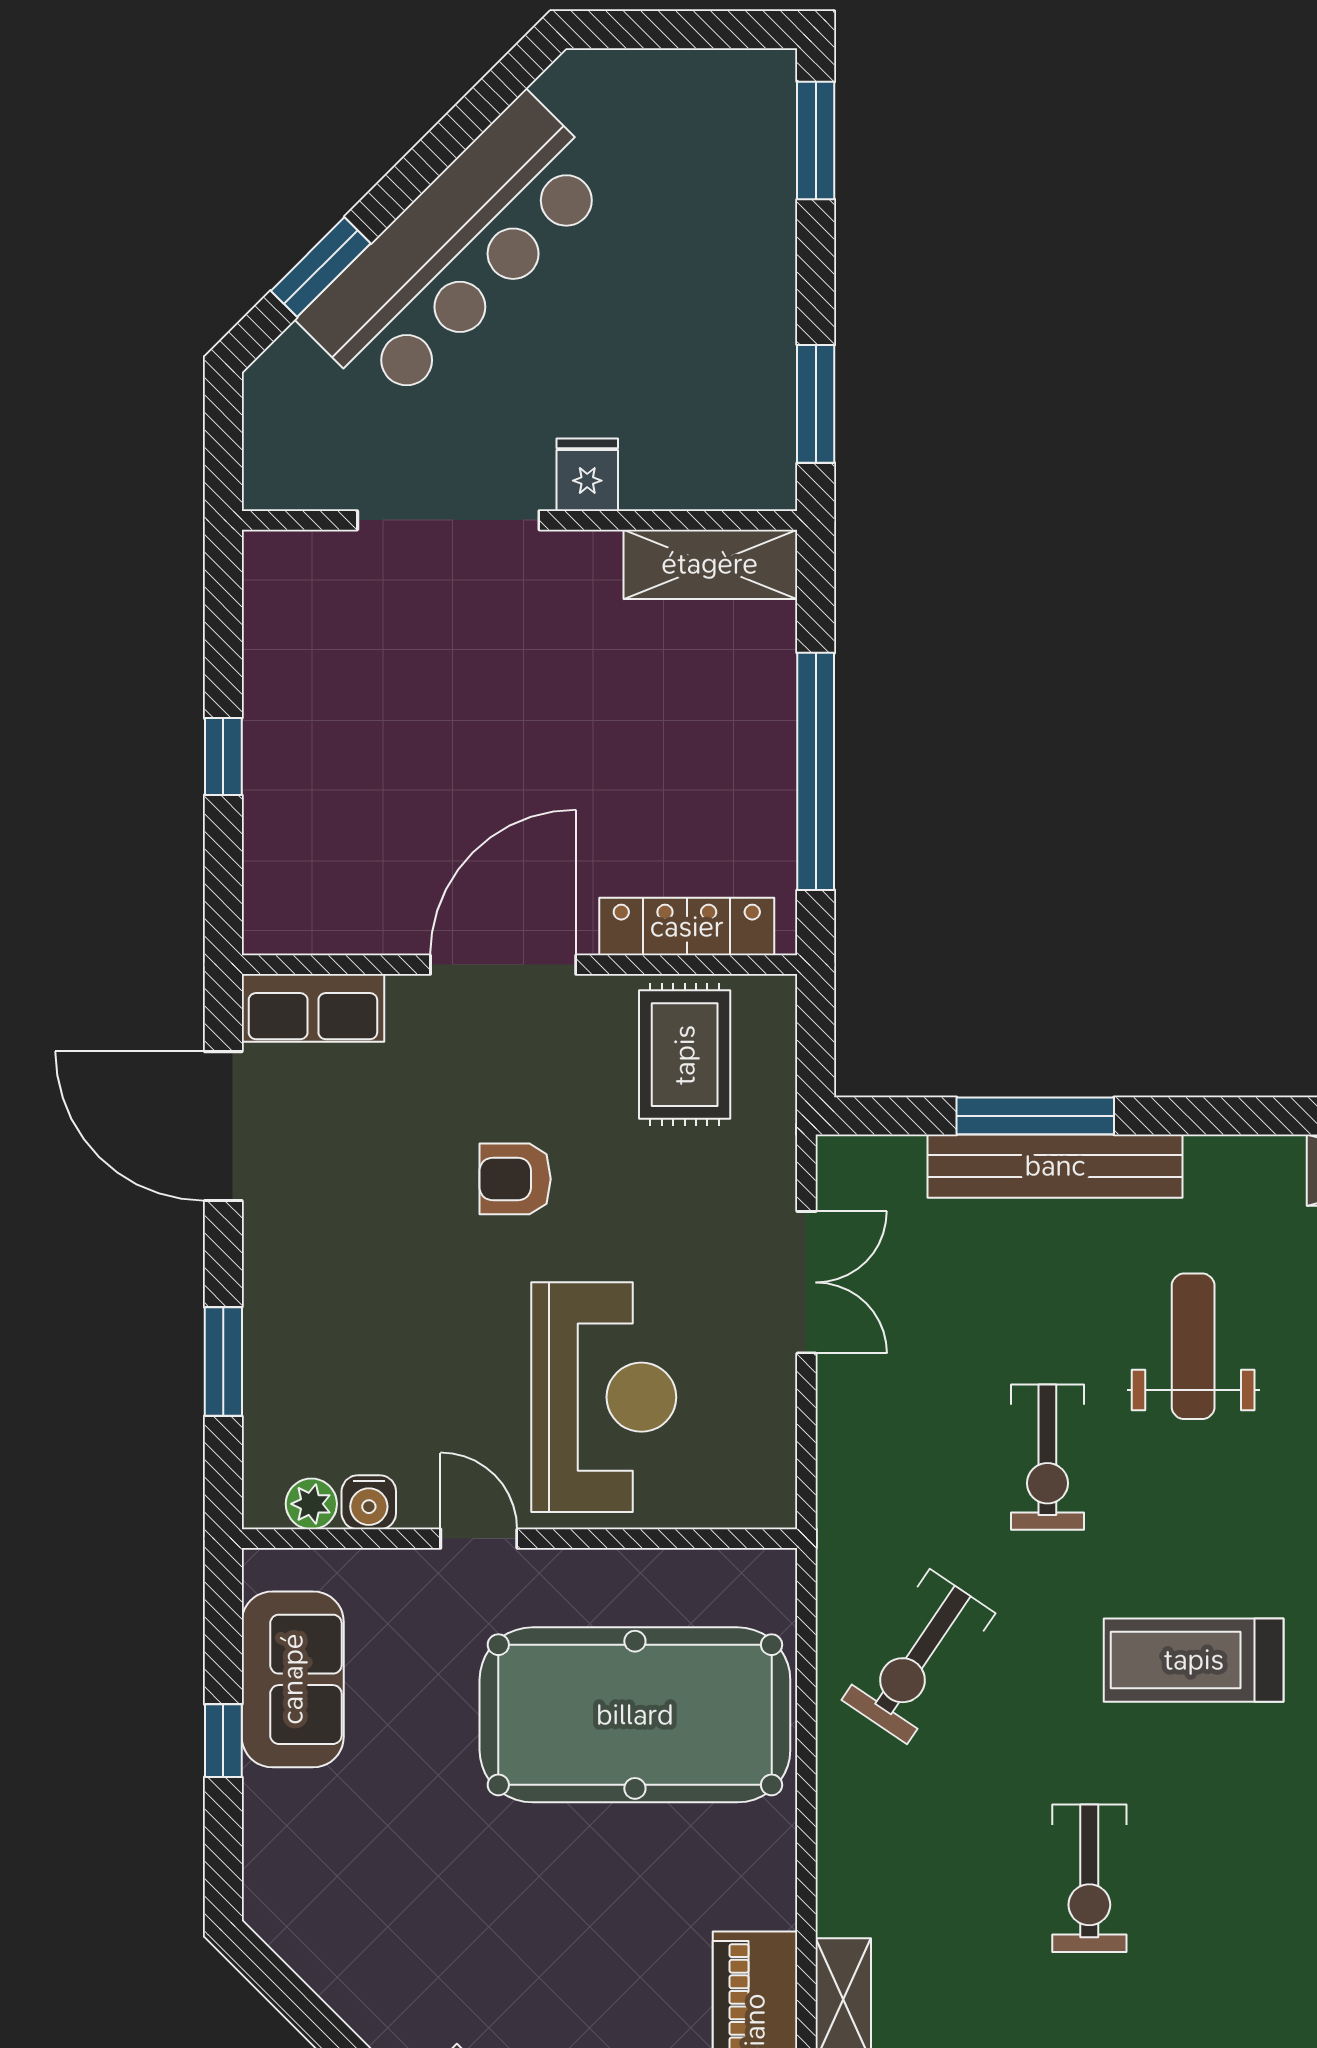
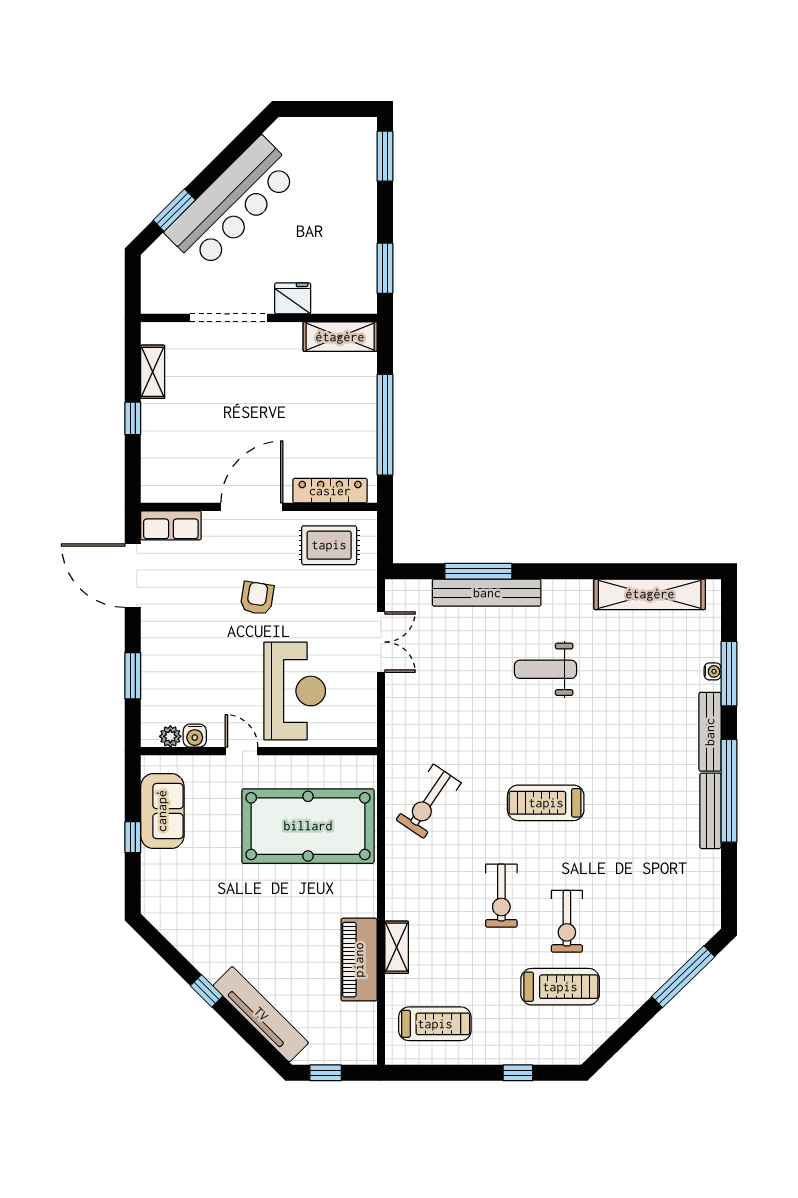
fridge: (587, 475) -> (293, 298), width x1.38
shelving: (270, 647) -> (153, 372), added
rug: (685, 1055) -> (329, 545), turned 90
armchair: (515, 1179) -> (257, 598), turned 99
weight bench: (1193, 1346) -> (546, 669), turned -90
exercise bike: (1047, 1457) -> (567, 921), moved

